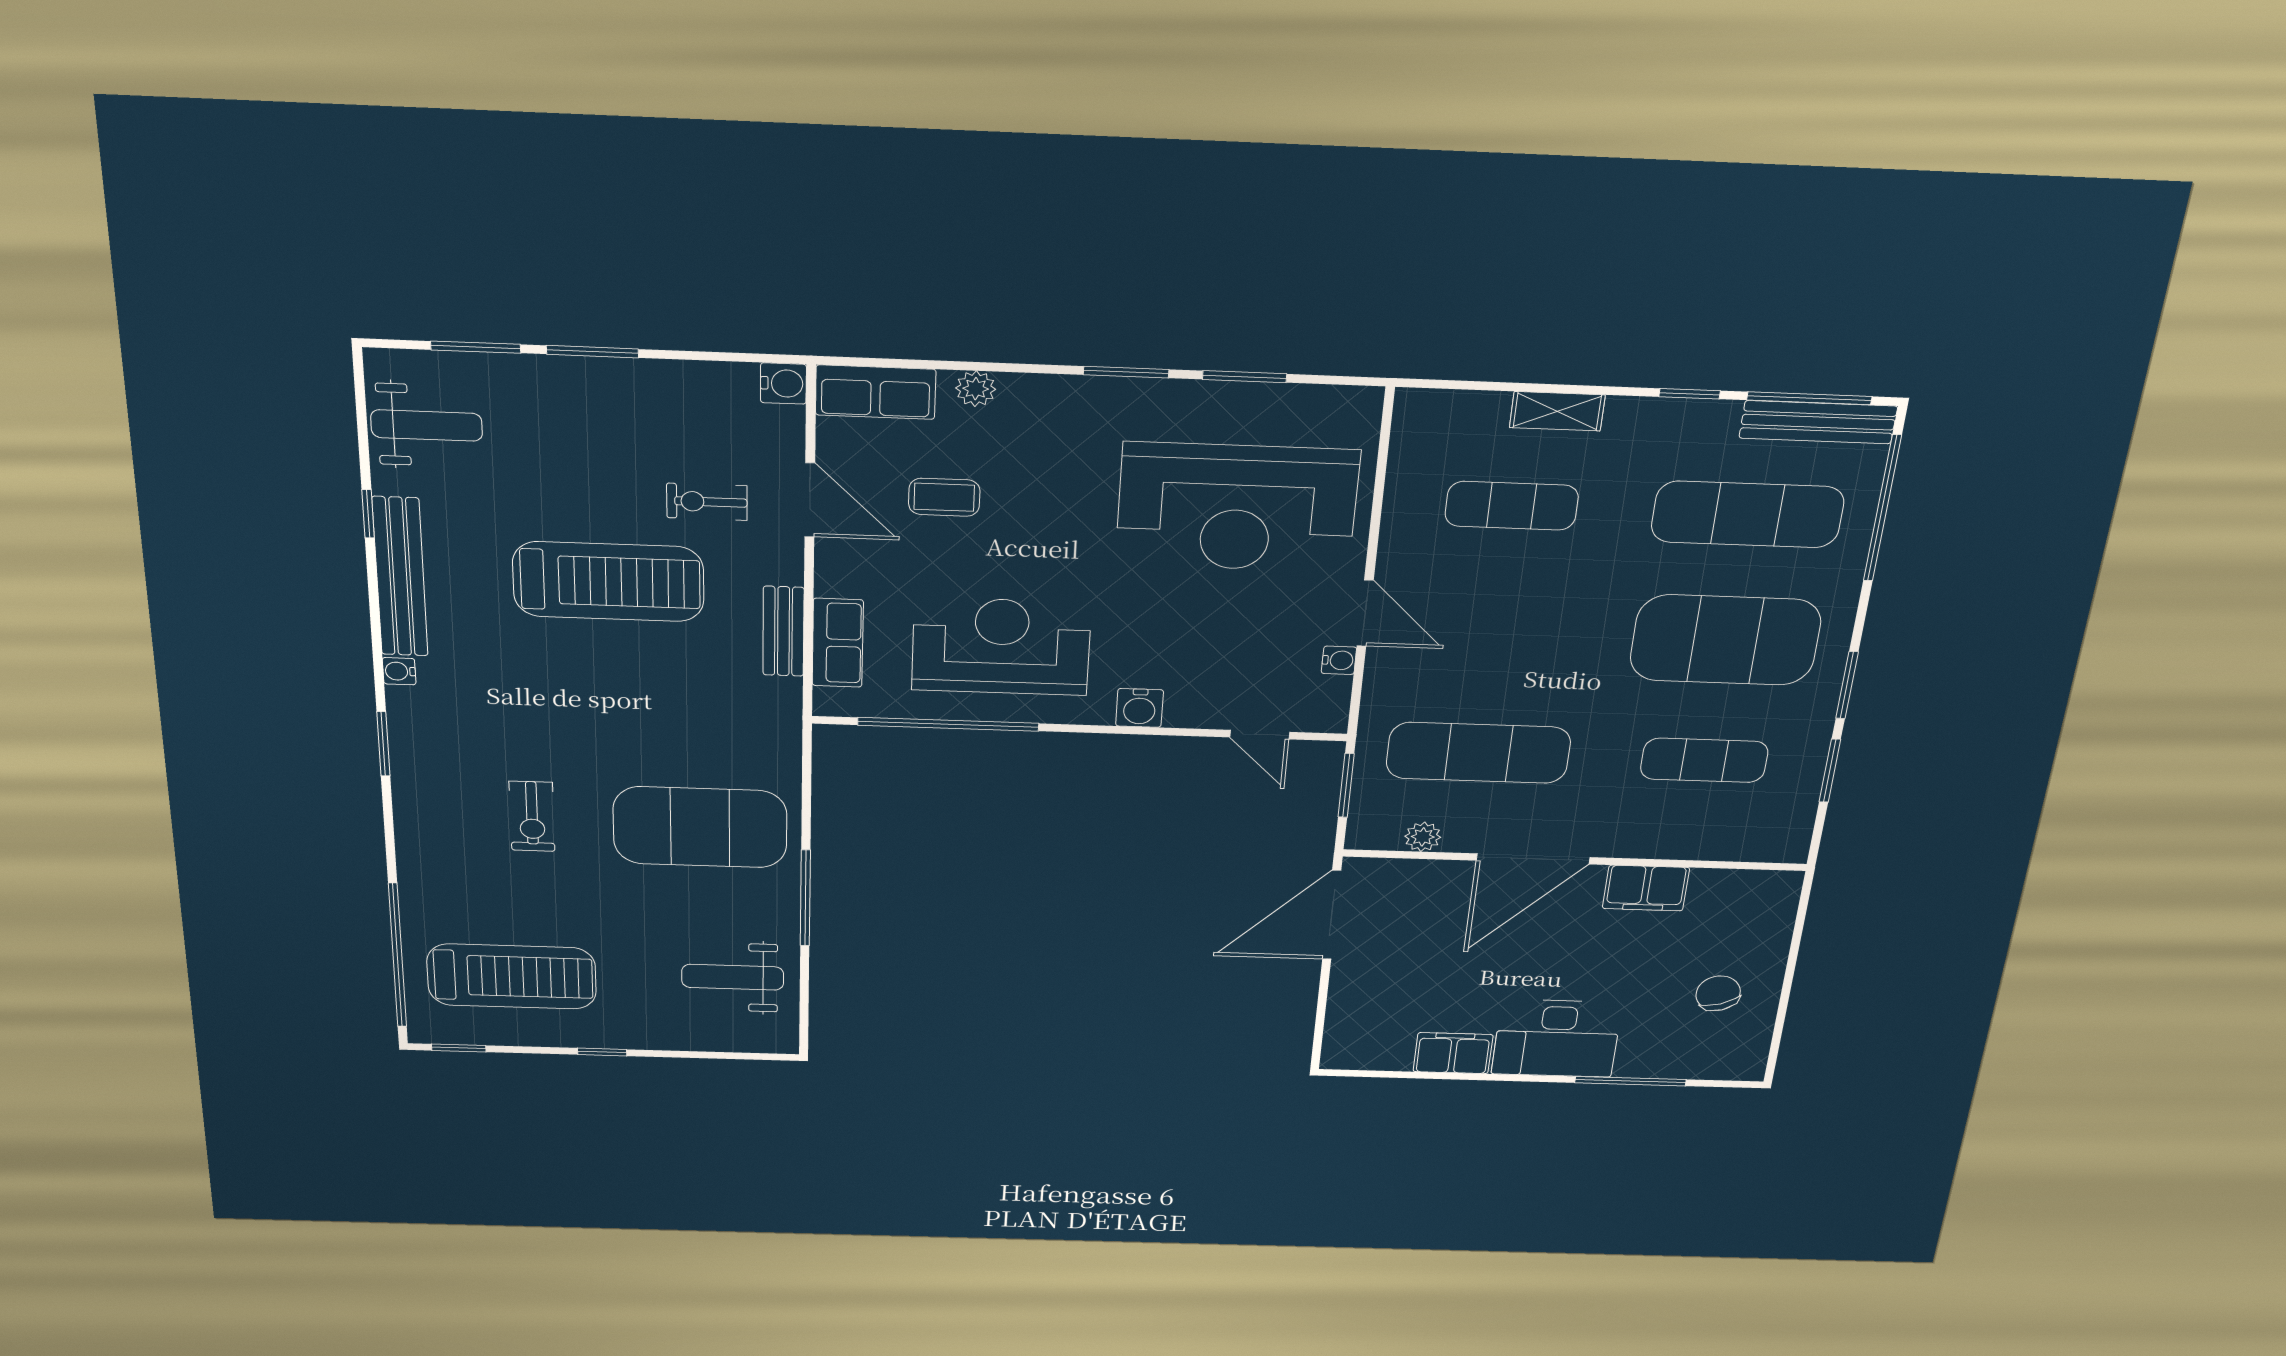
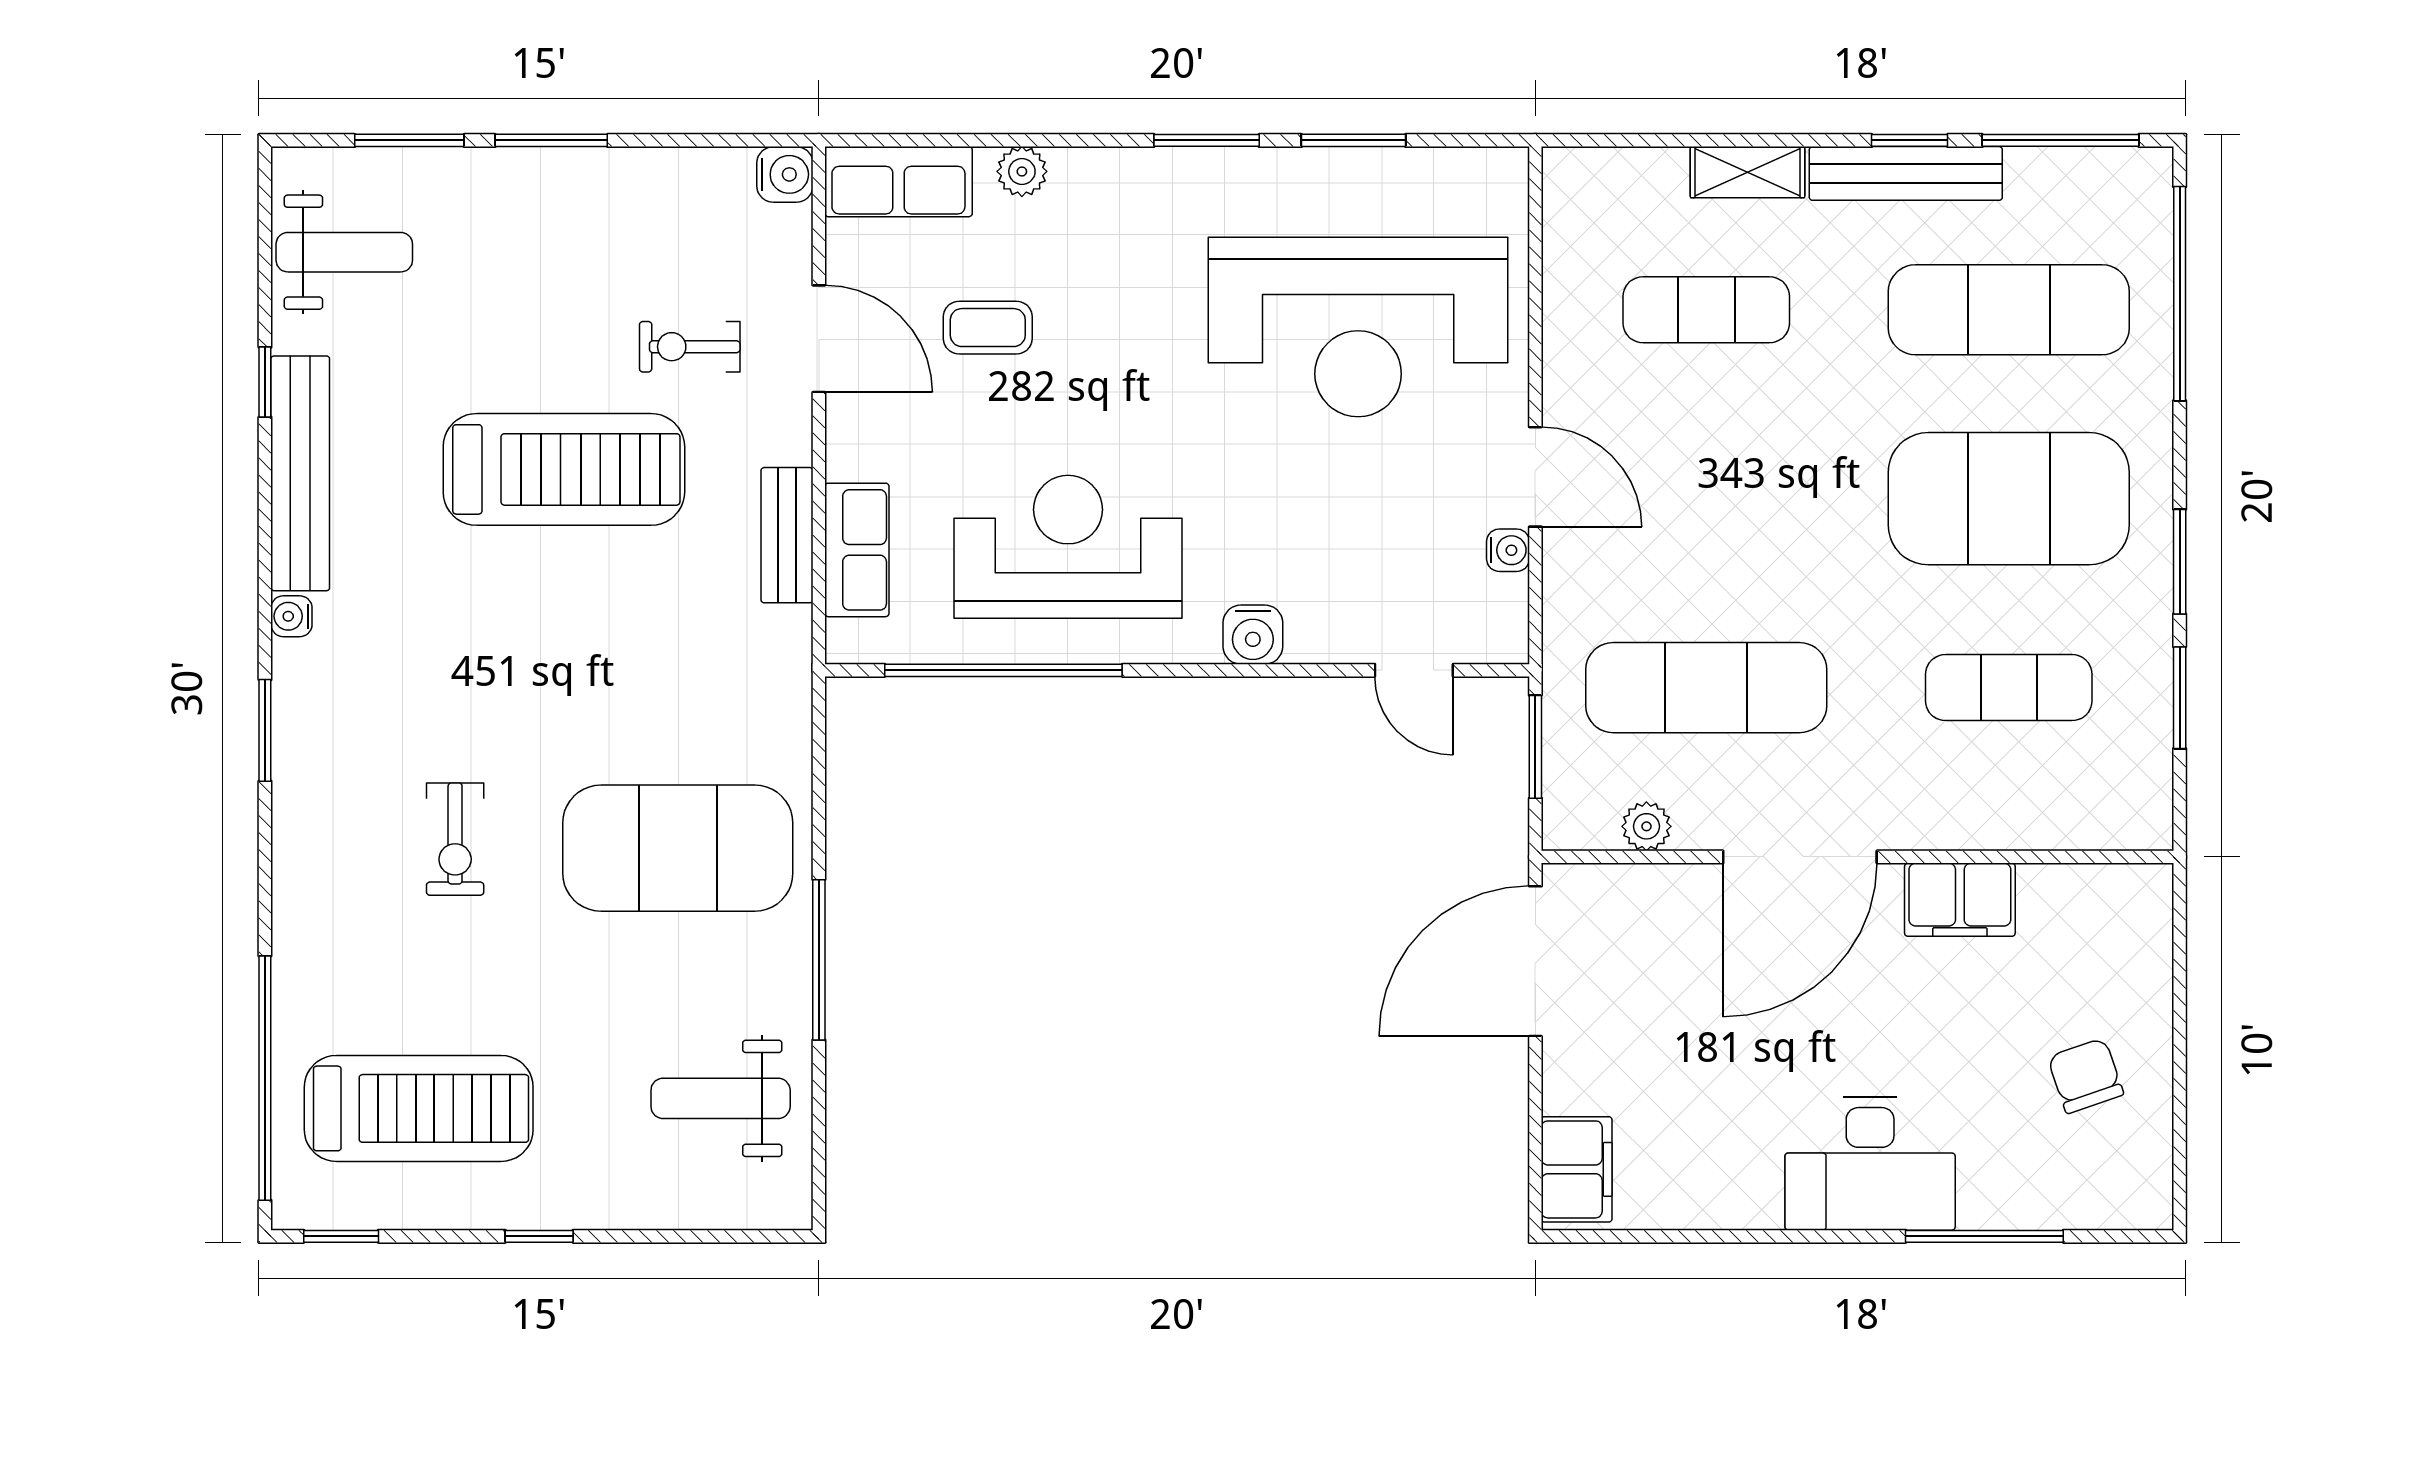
bench: (1818, 422) -> (1906, 173), moved
filing cabinet: (1453, 1053) -> (1577, 1169), moved, turned 90

